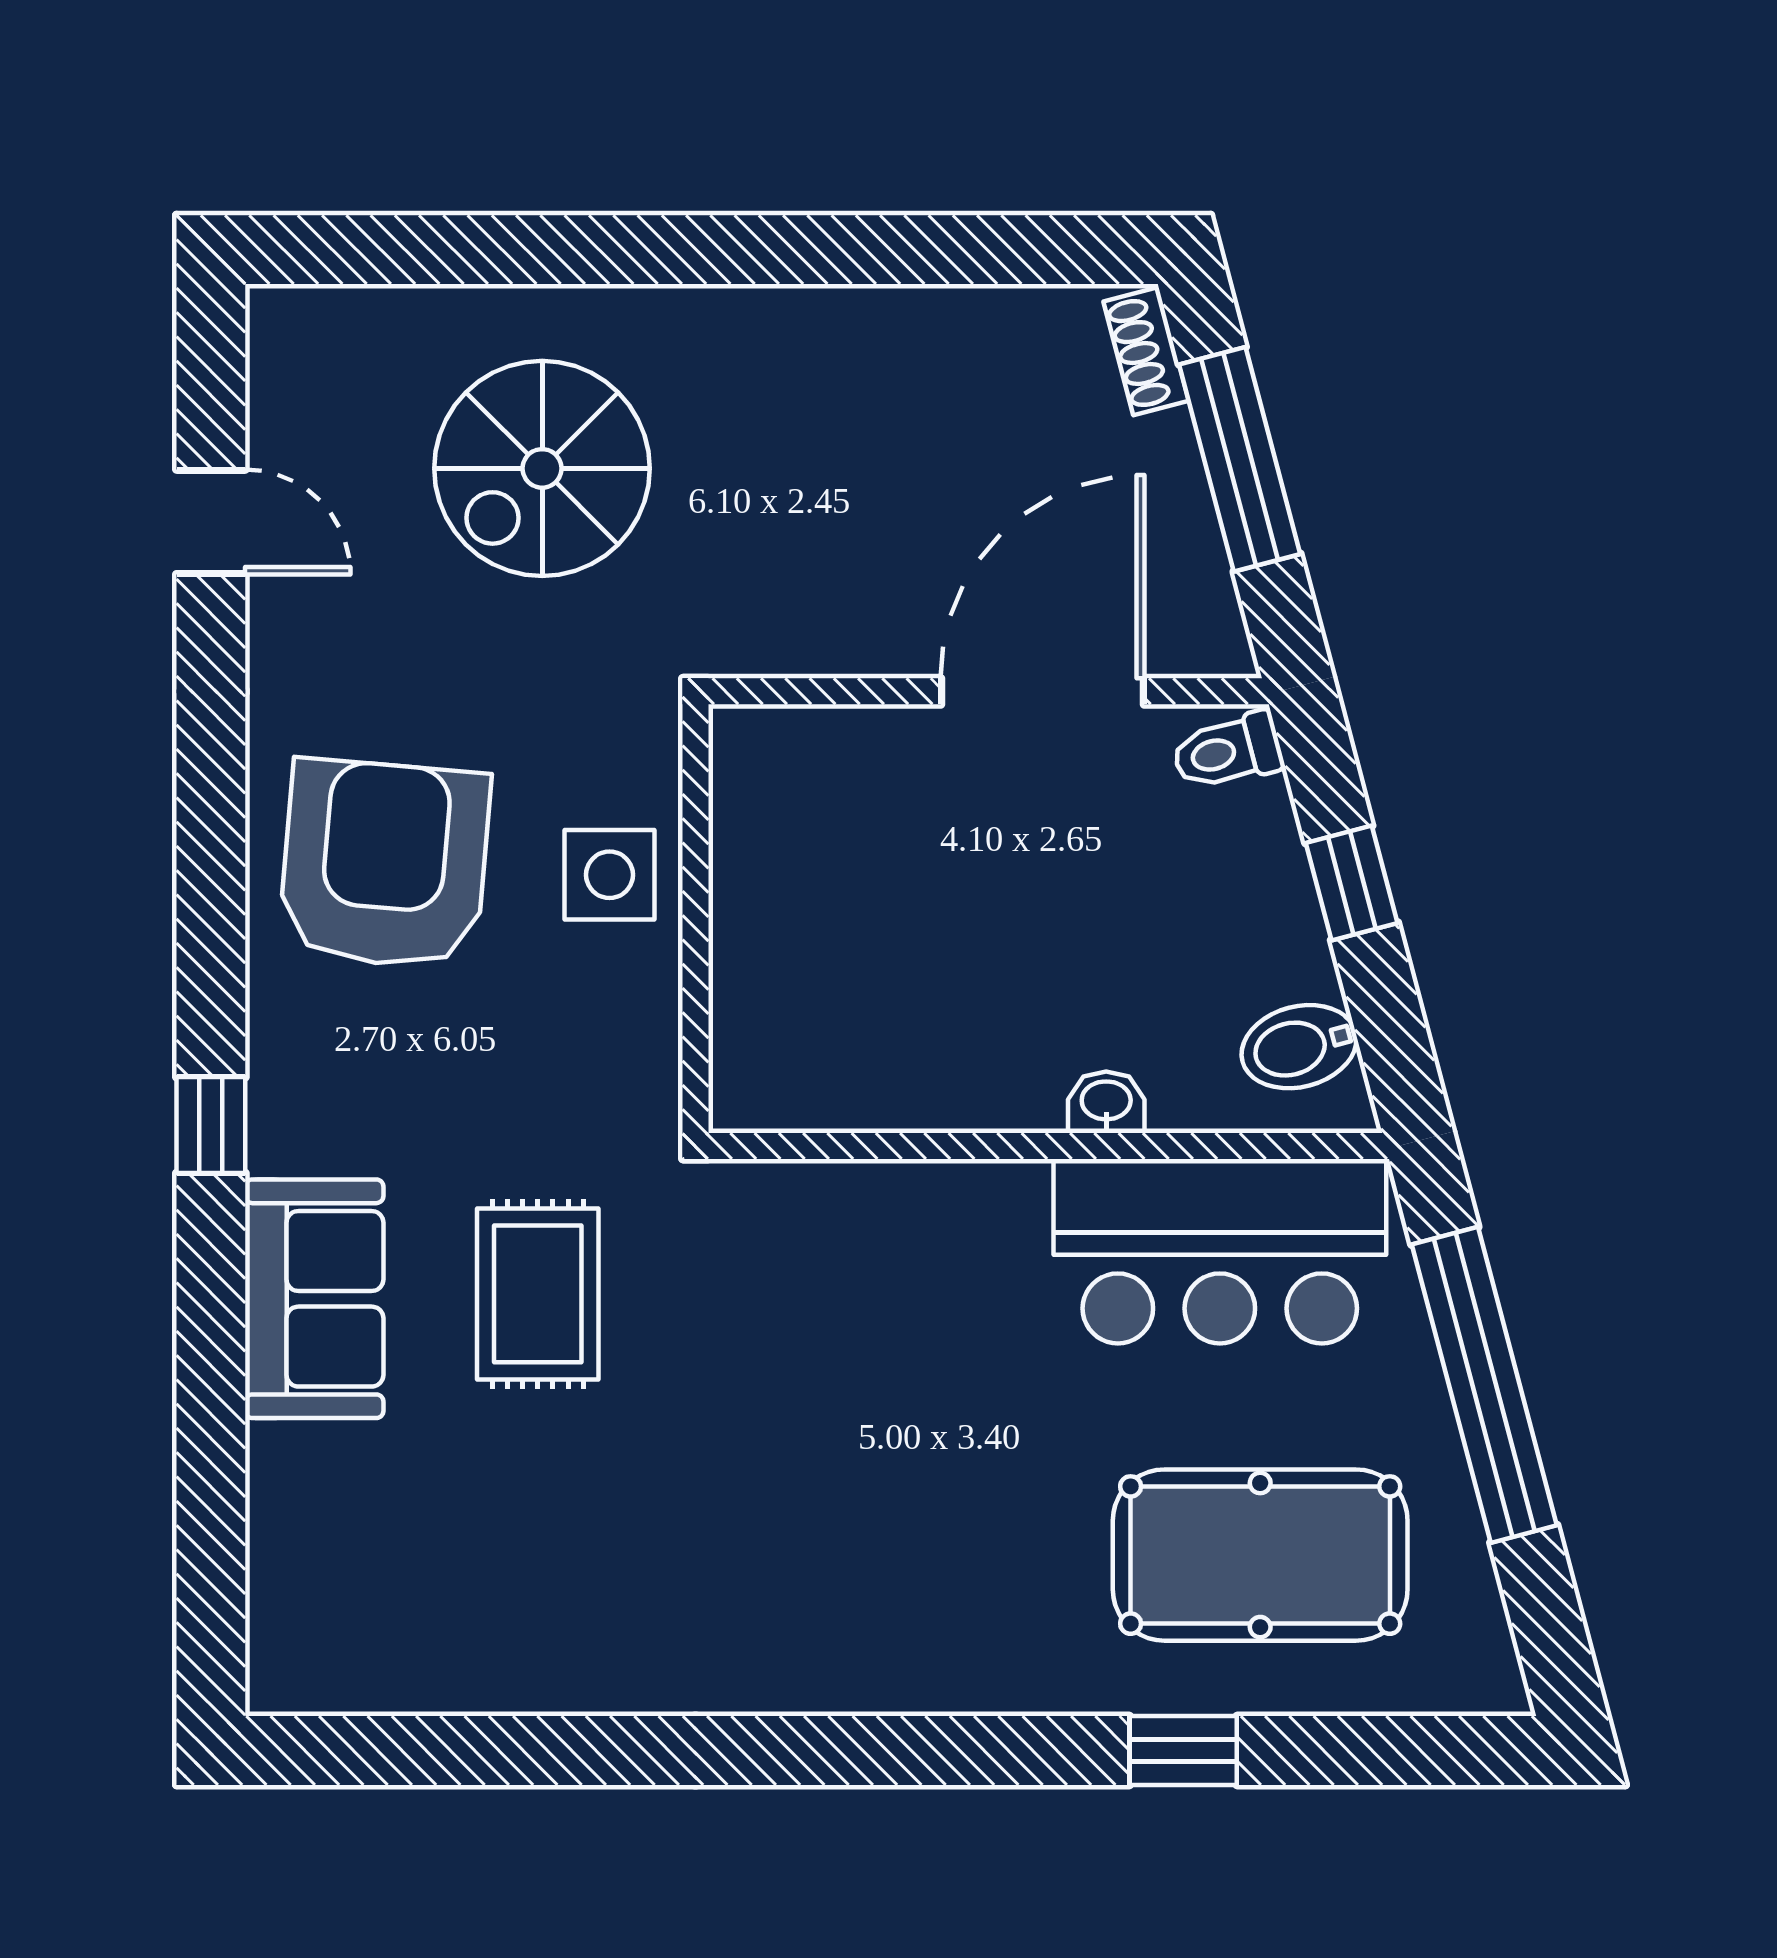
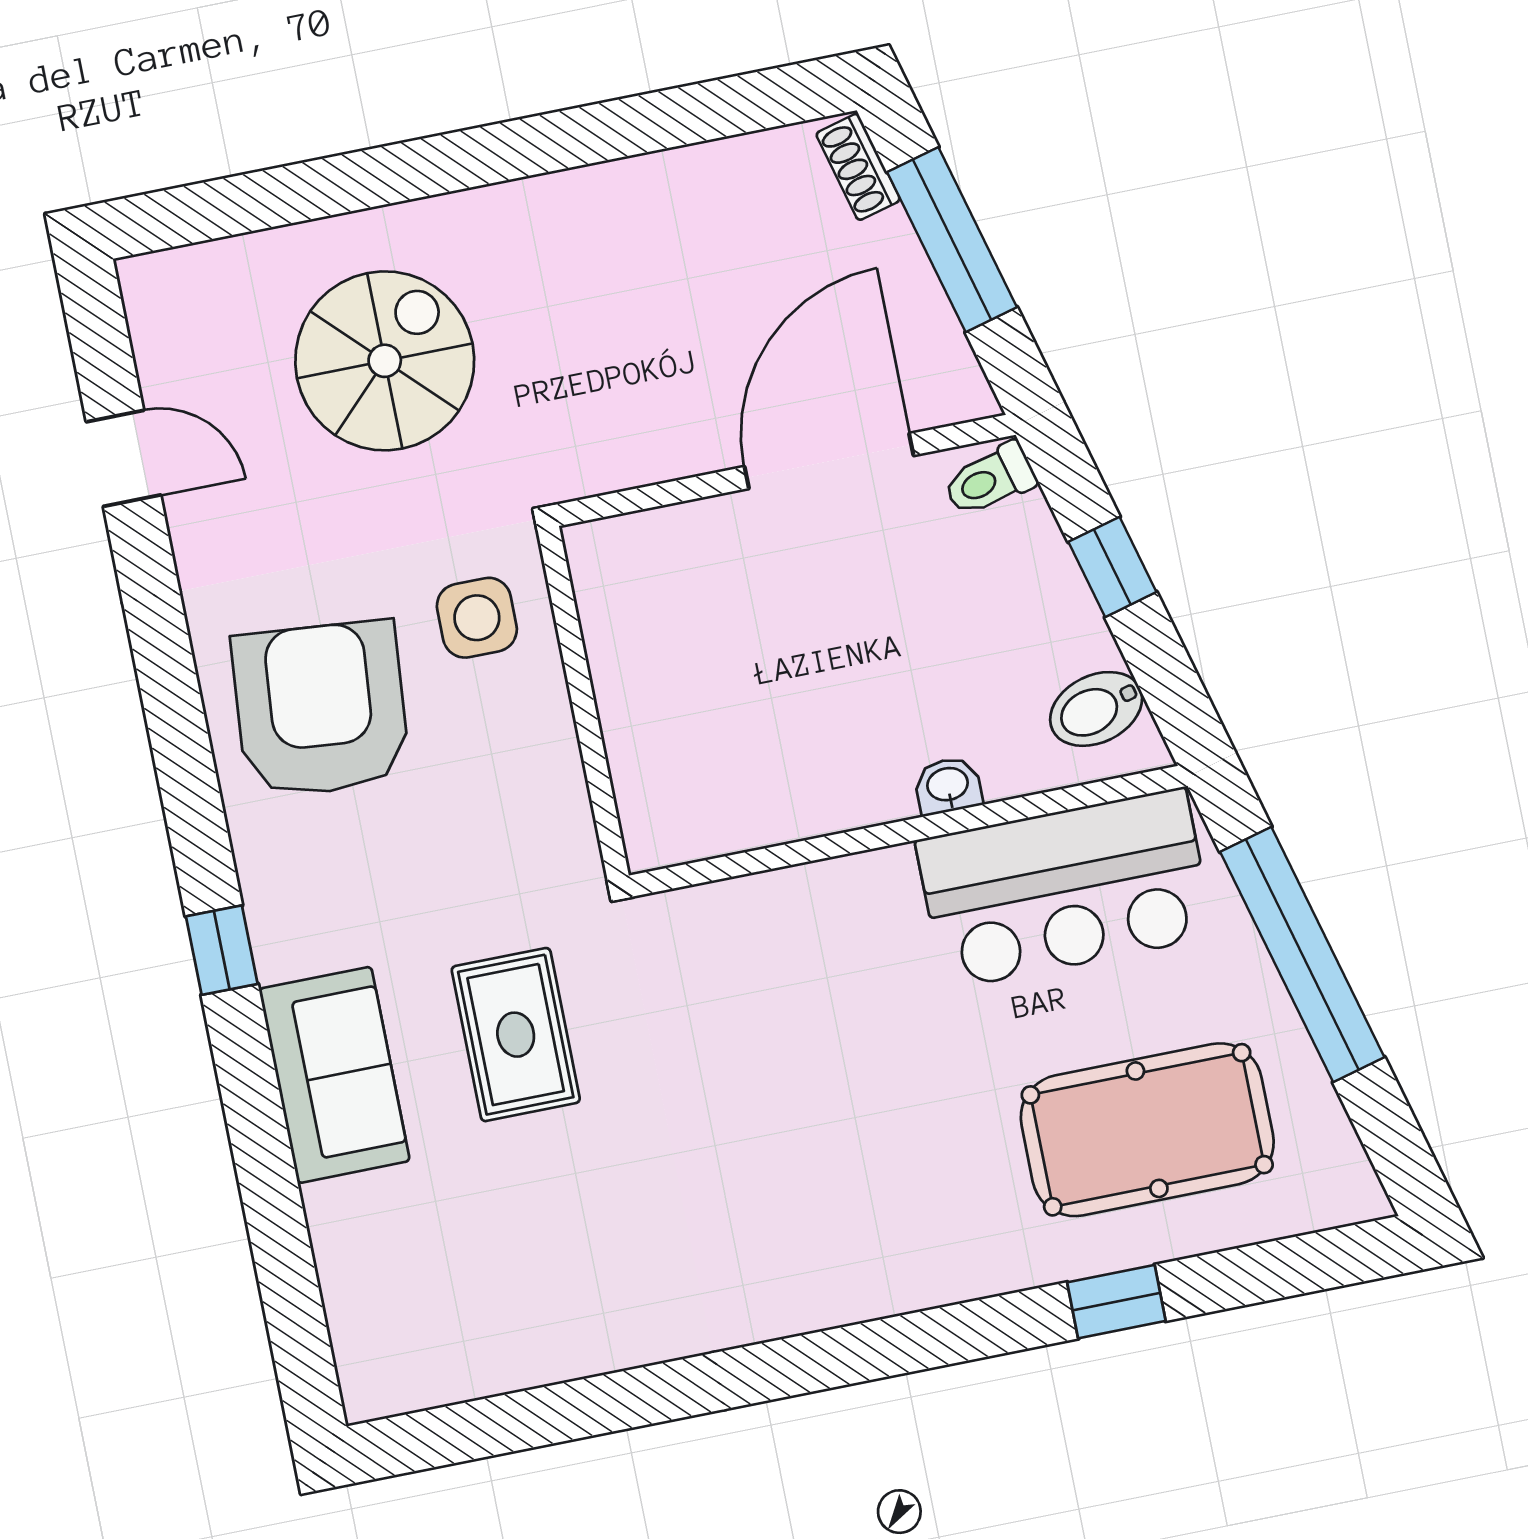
spiral stairs: (542, 468) -> (385, 361), turned 180
side table: (609, 875) -> (477, 618), moved

